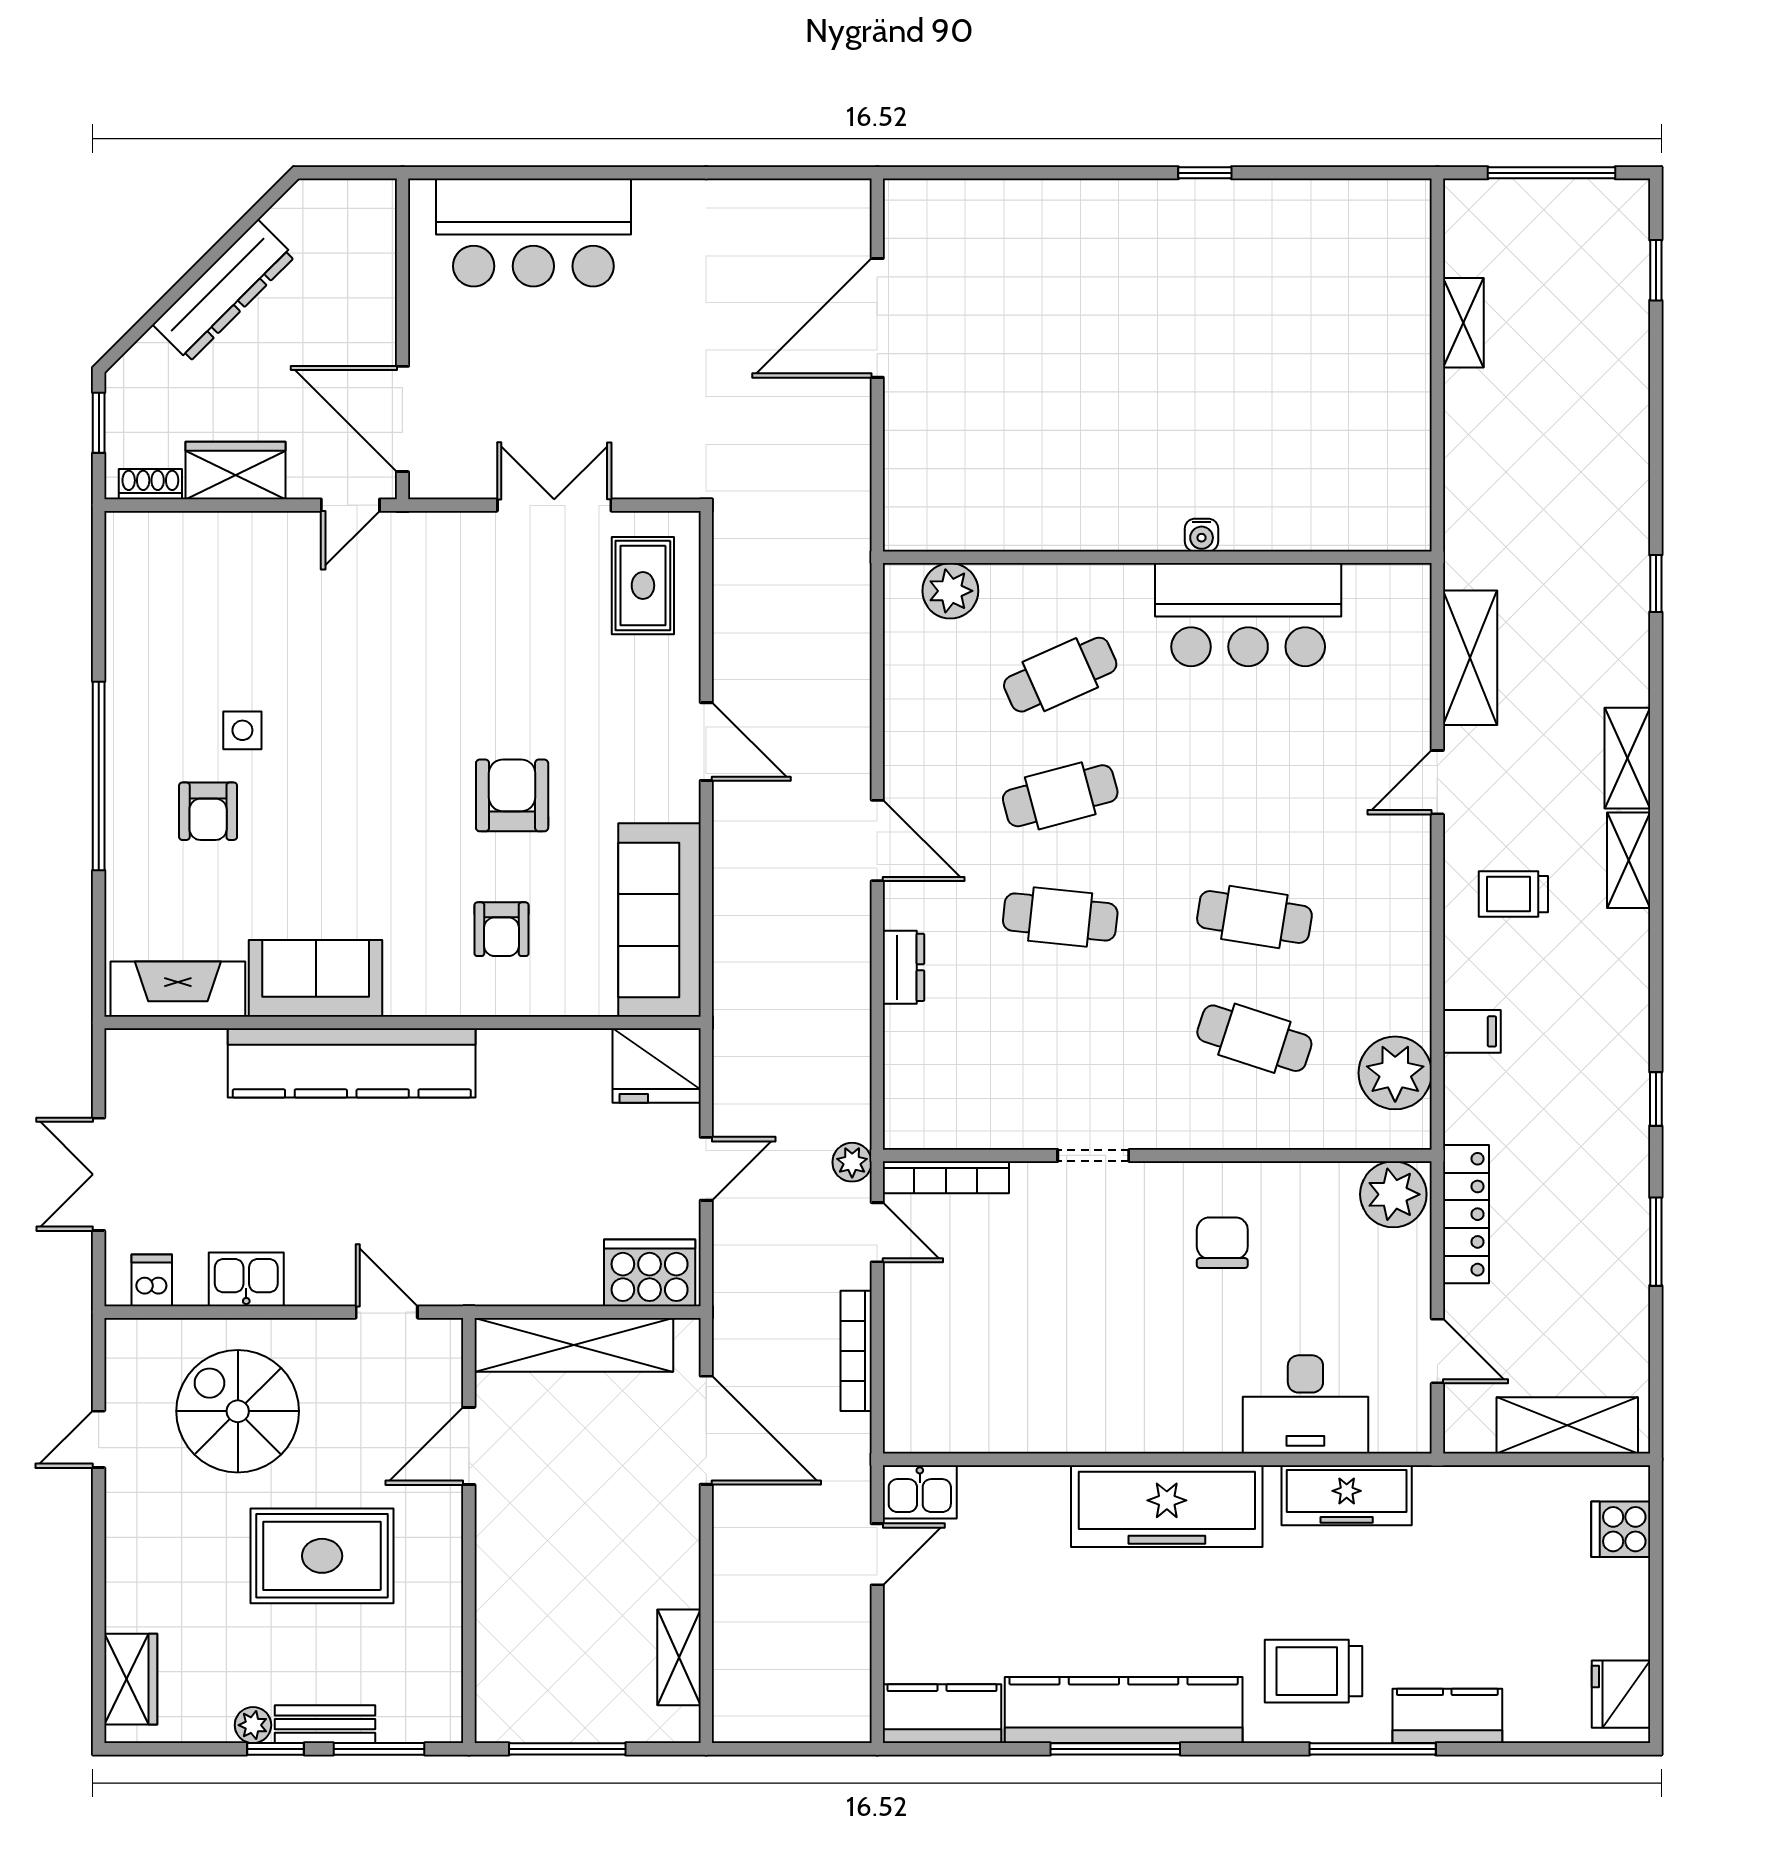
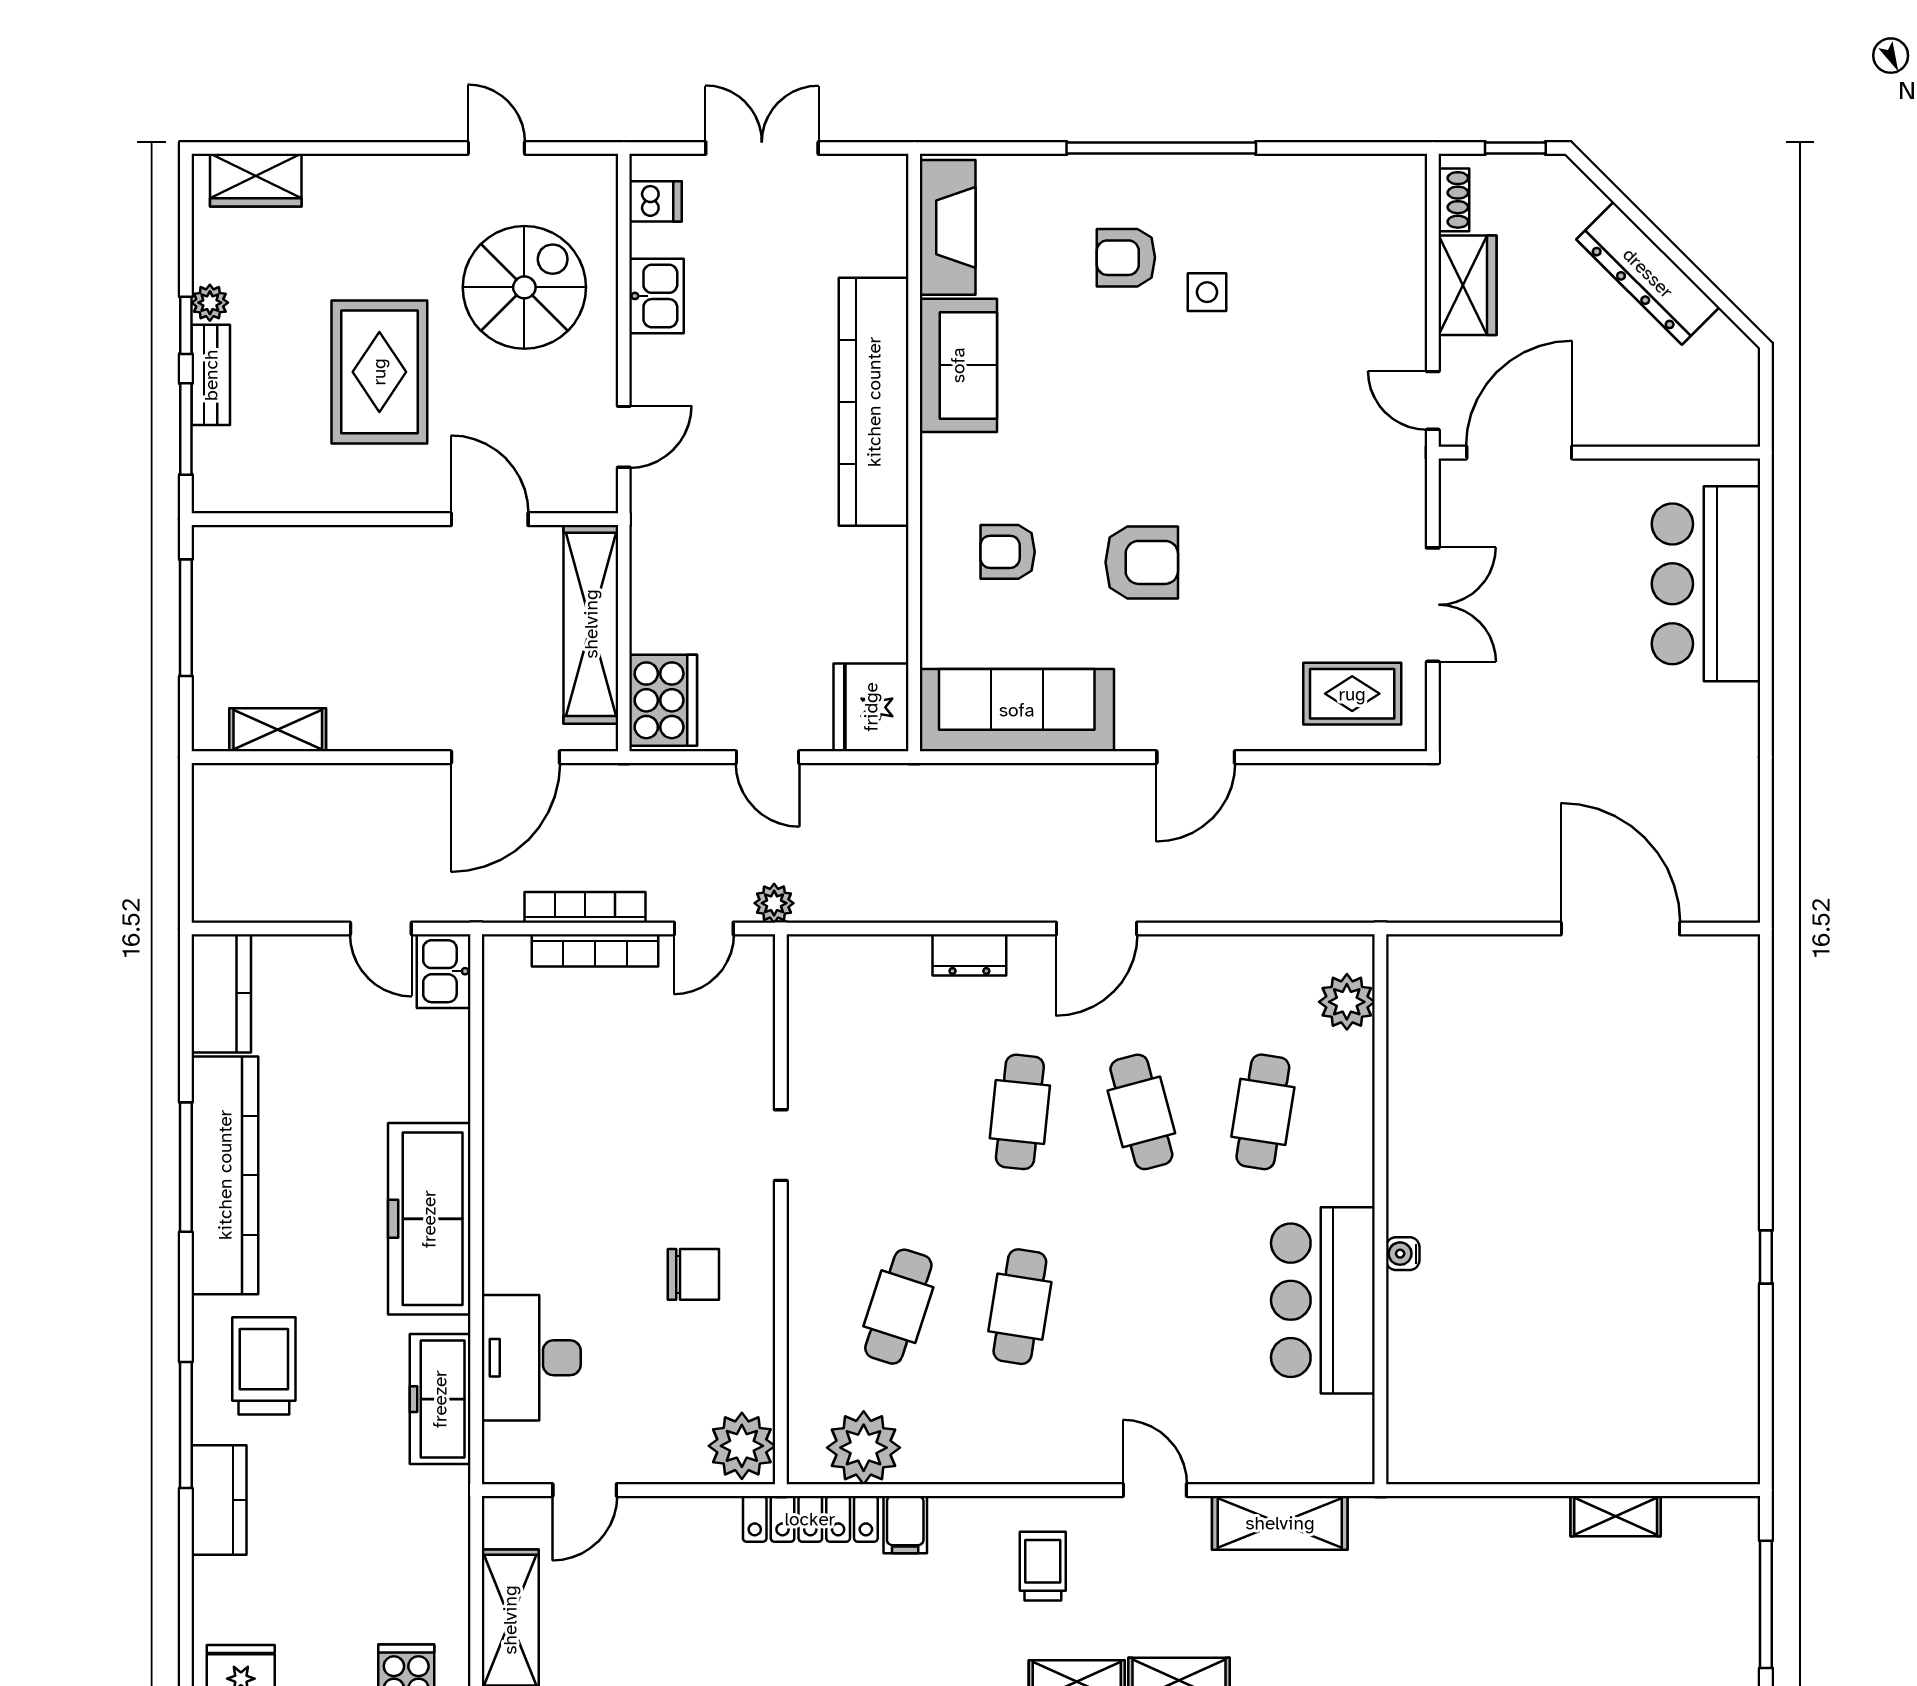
cafe table: (1060, 675) -> (1263, 1112), turned 33
bookcase: (946, 1177) -> (595, 950), moved, turned -90
locker: (1466, 1214) -> (810, 1519), moved

